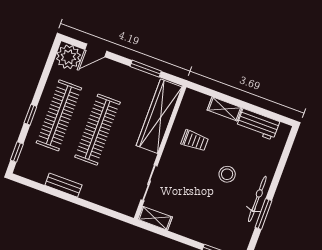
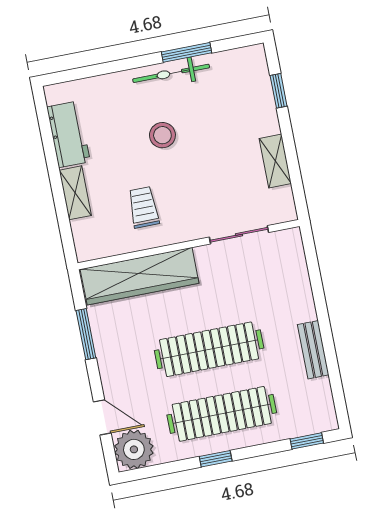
window: (30, 115) -> (216, 459), moved
shelving: (155, 218) -> (275, 161), moved

